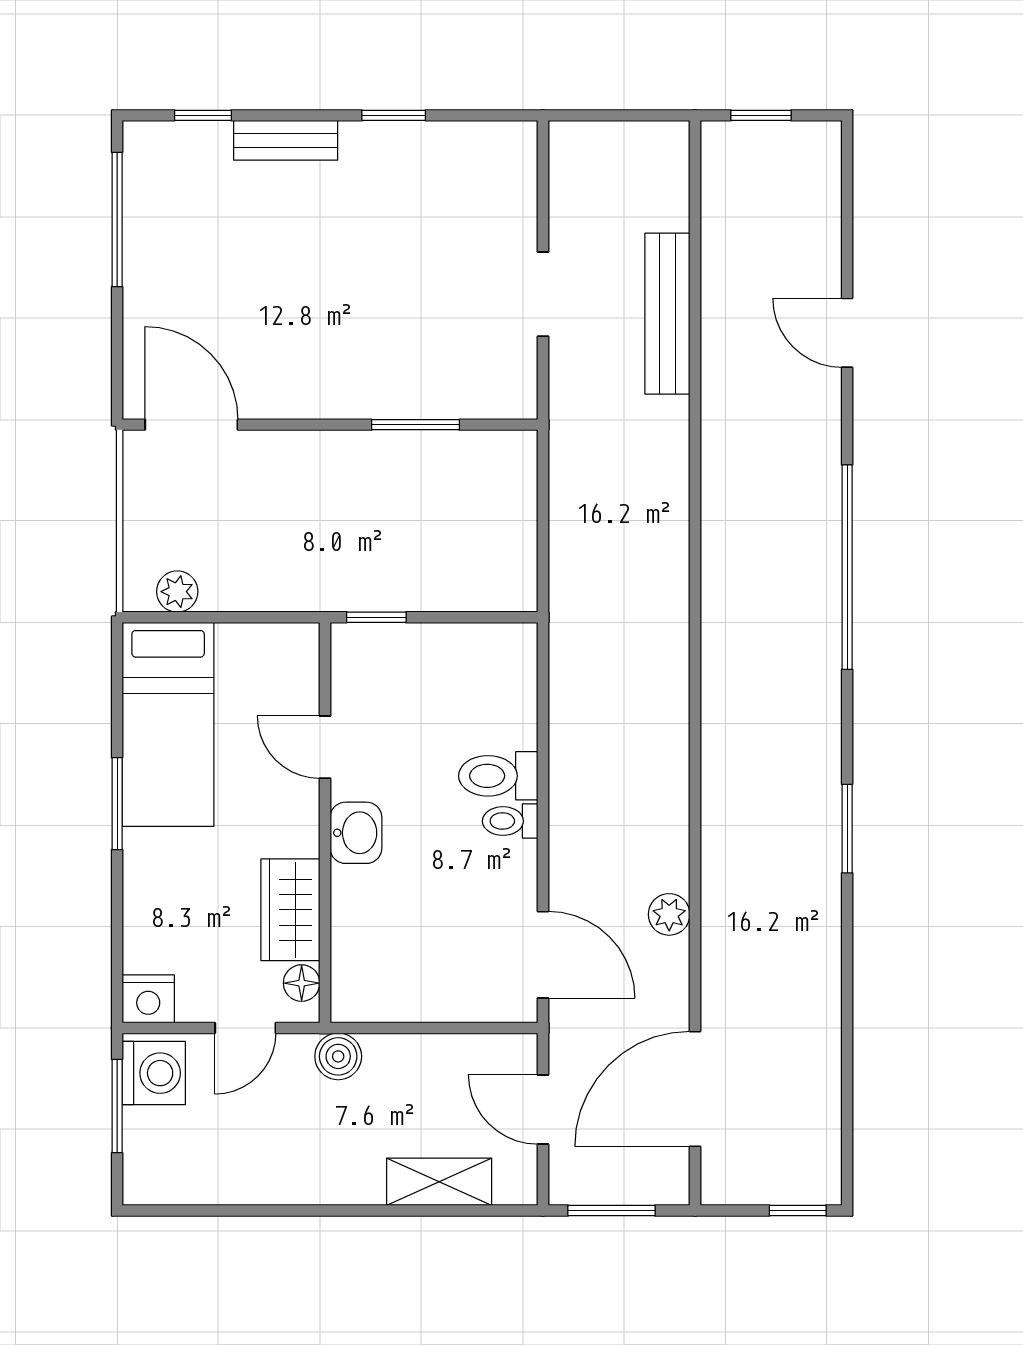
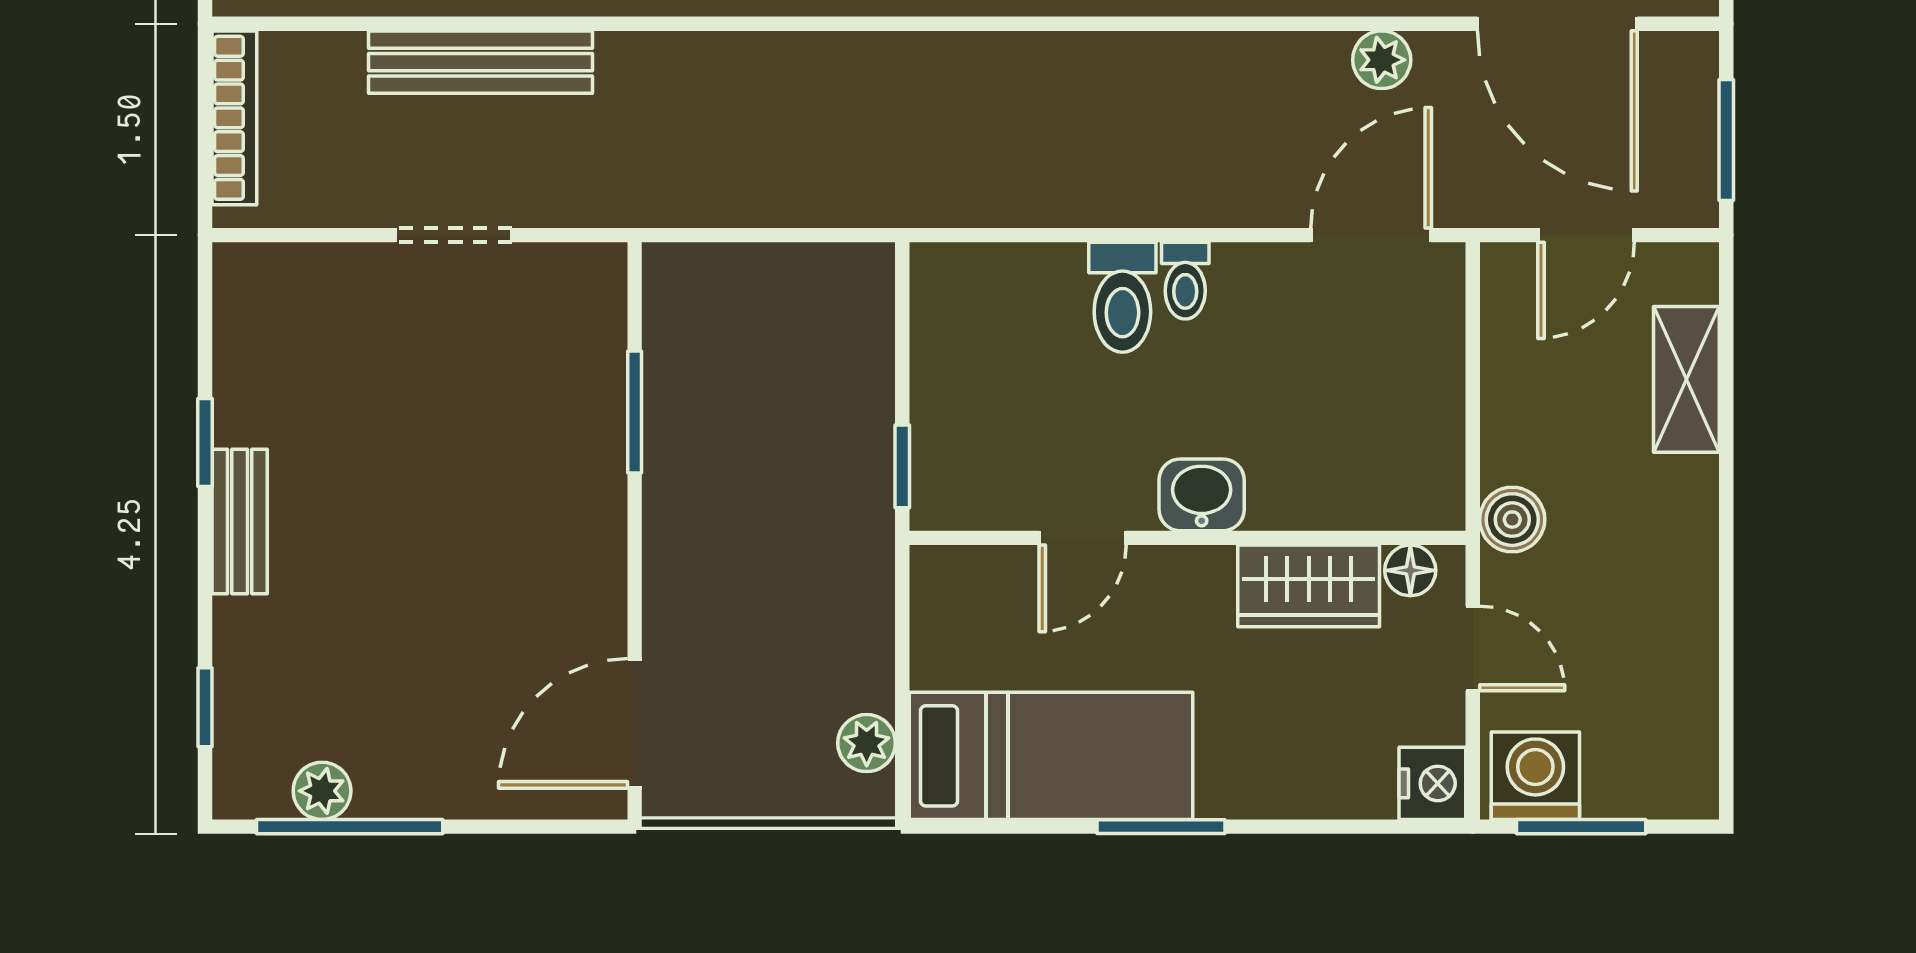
bookcase: (627, 136) -> (234, 118), added
bench: (286, 140) -> (240, 522), moved
plant: (143, 200) -> (322, 791), added
plant: (669, 914) -> (1382, 60), moved

